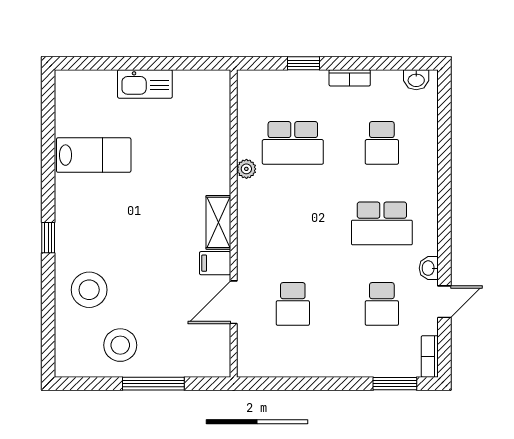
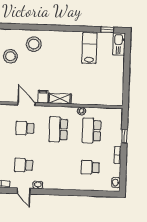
kitchen sink: (145, 84) -> (119, 44), moved
lab bench: (94, 155) -> (89, 48), turned 180
school desk: (382, 223) -> (58, 129), moved
window: (48, 238) -> (107, 30), moved

